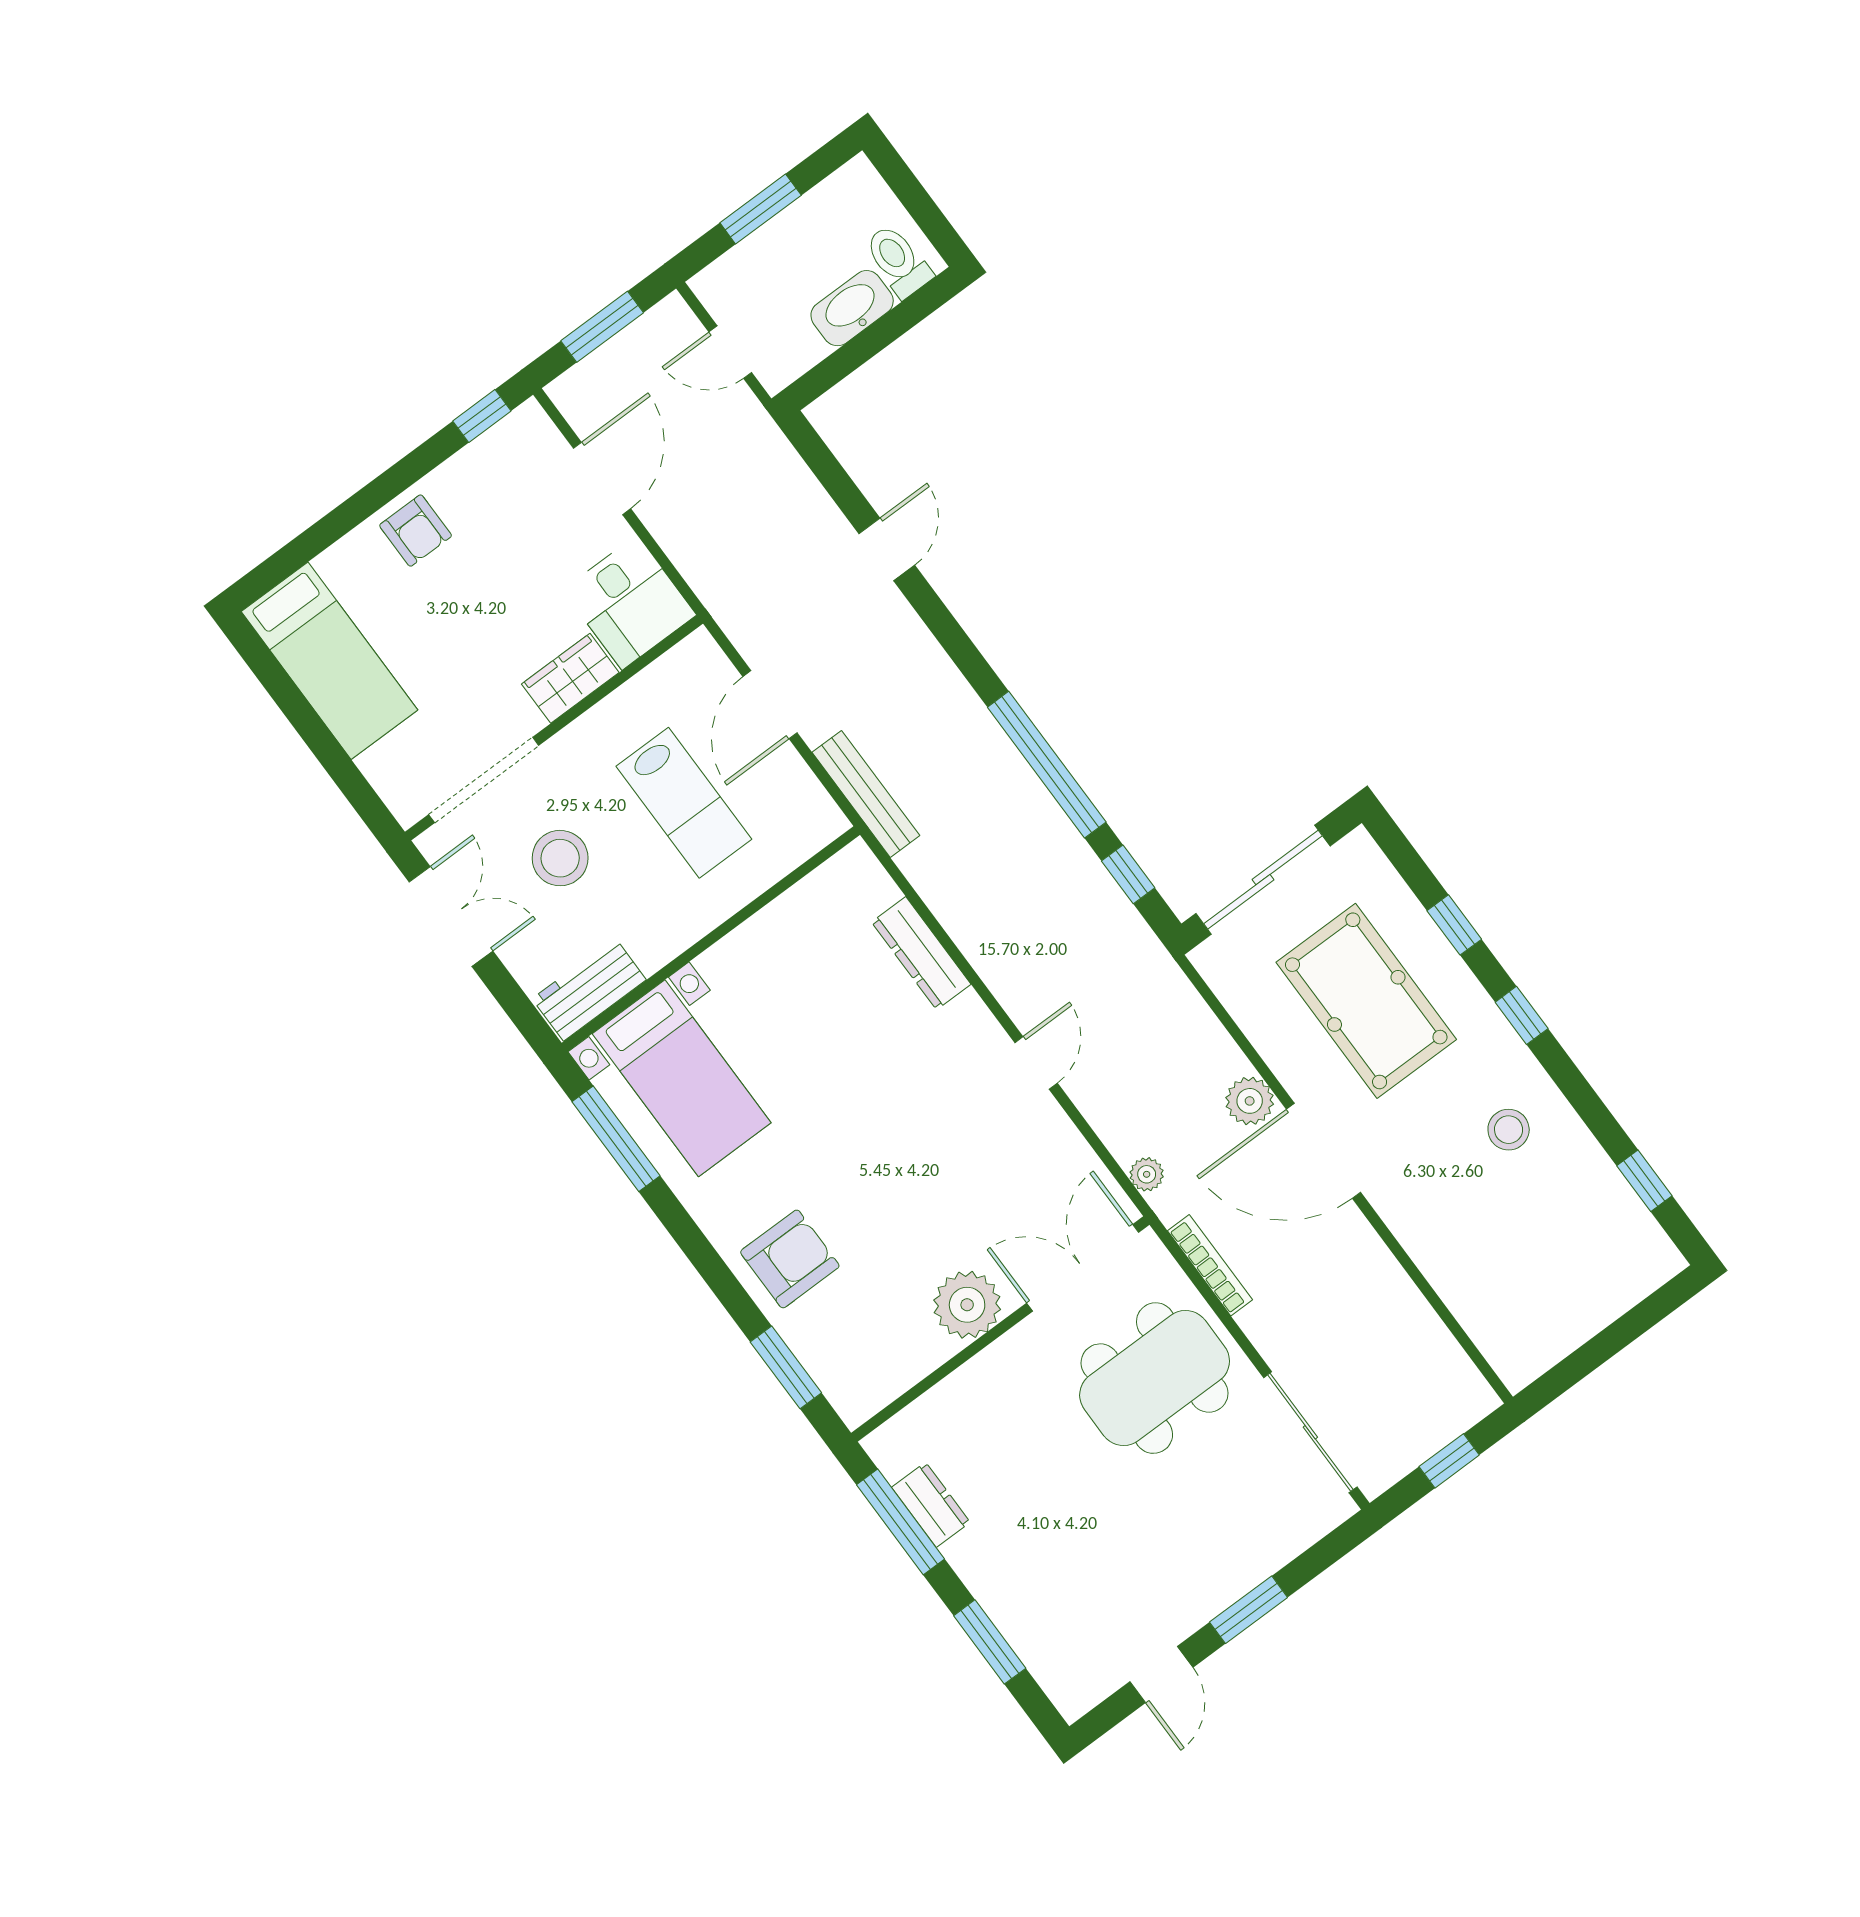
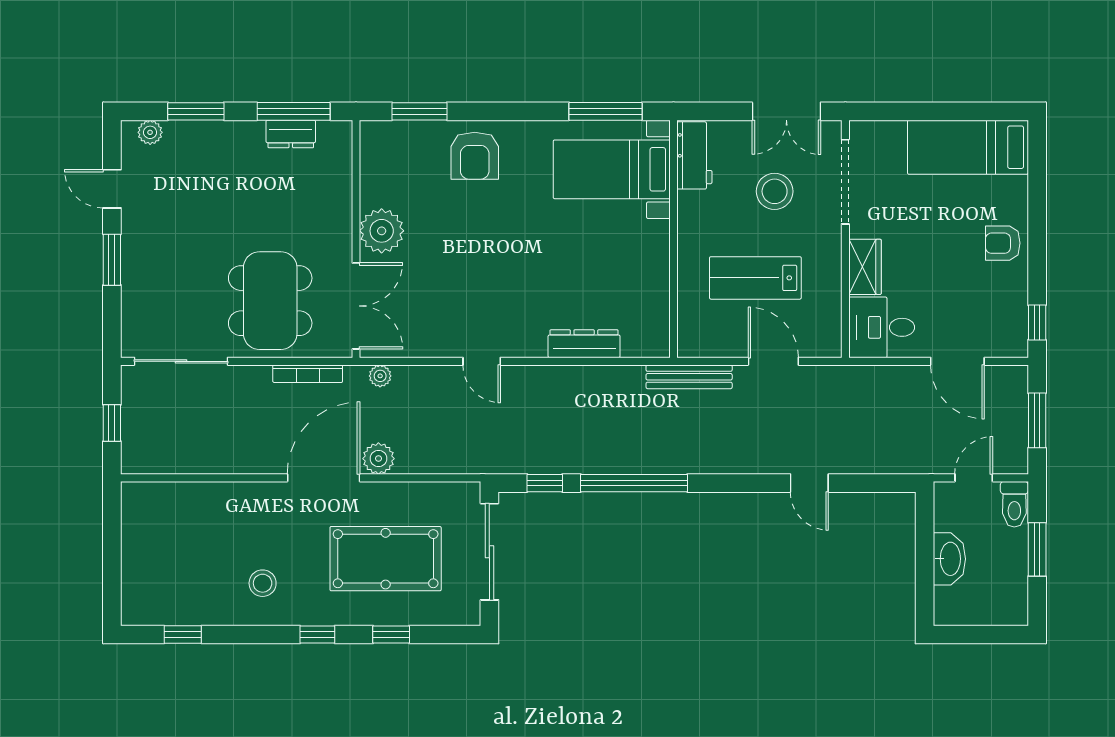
toilet: (898, 261) -> (1014, 504), moved, turned 90
plant: (1057, 1679) -> (150, 132), added

